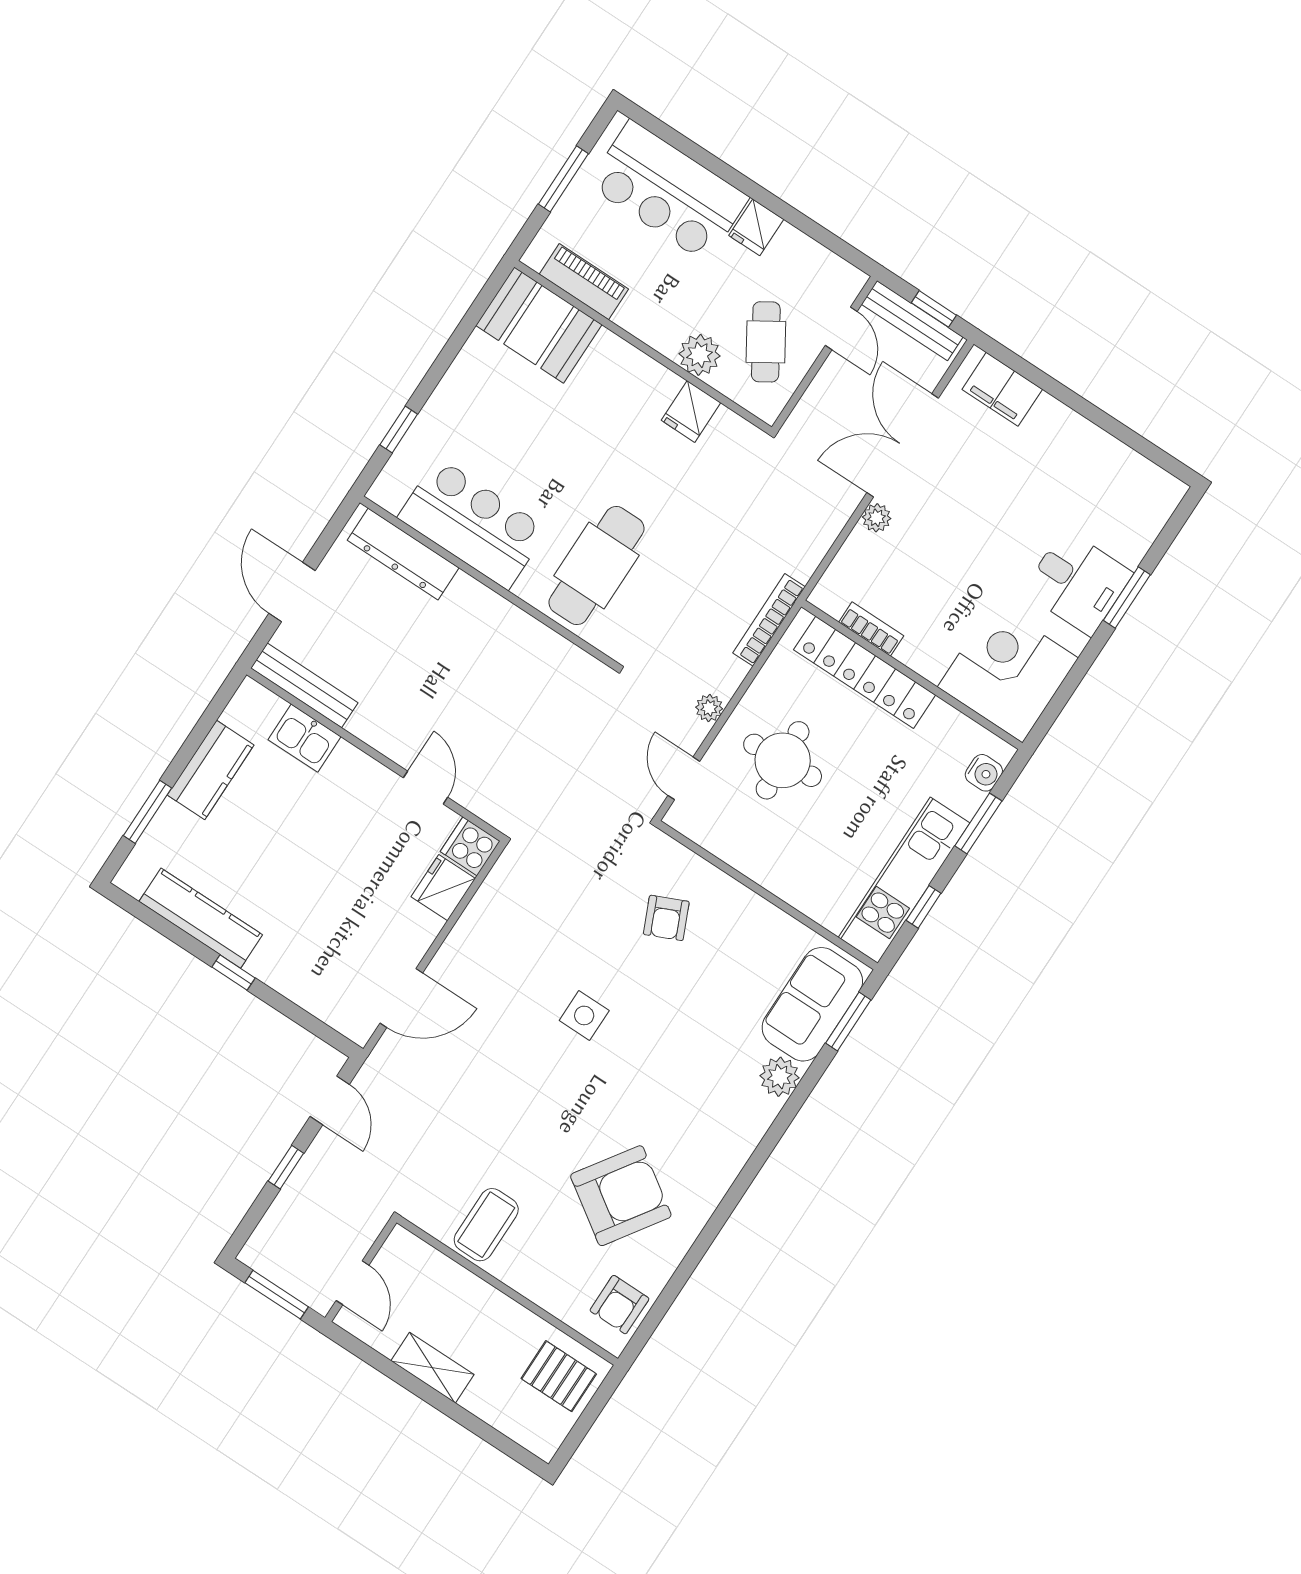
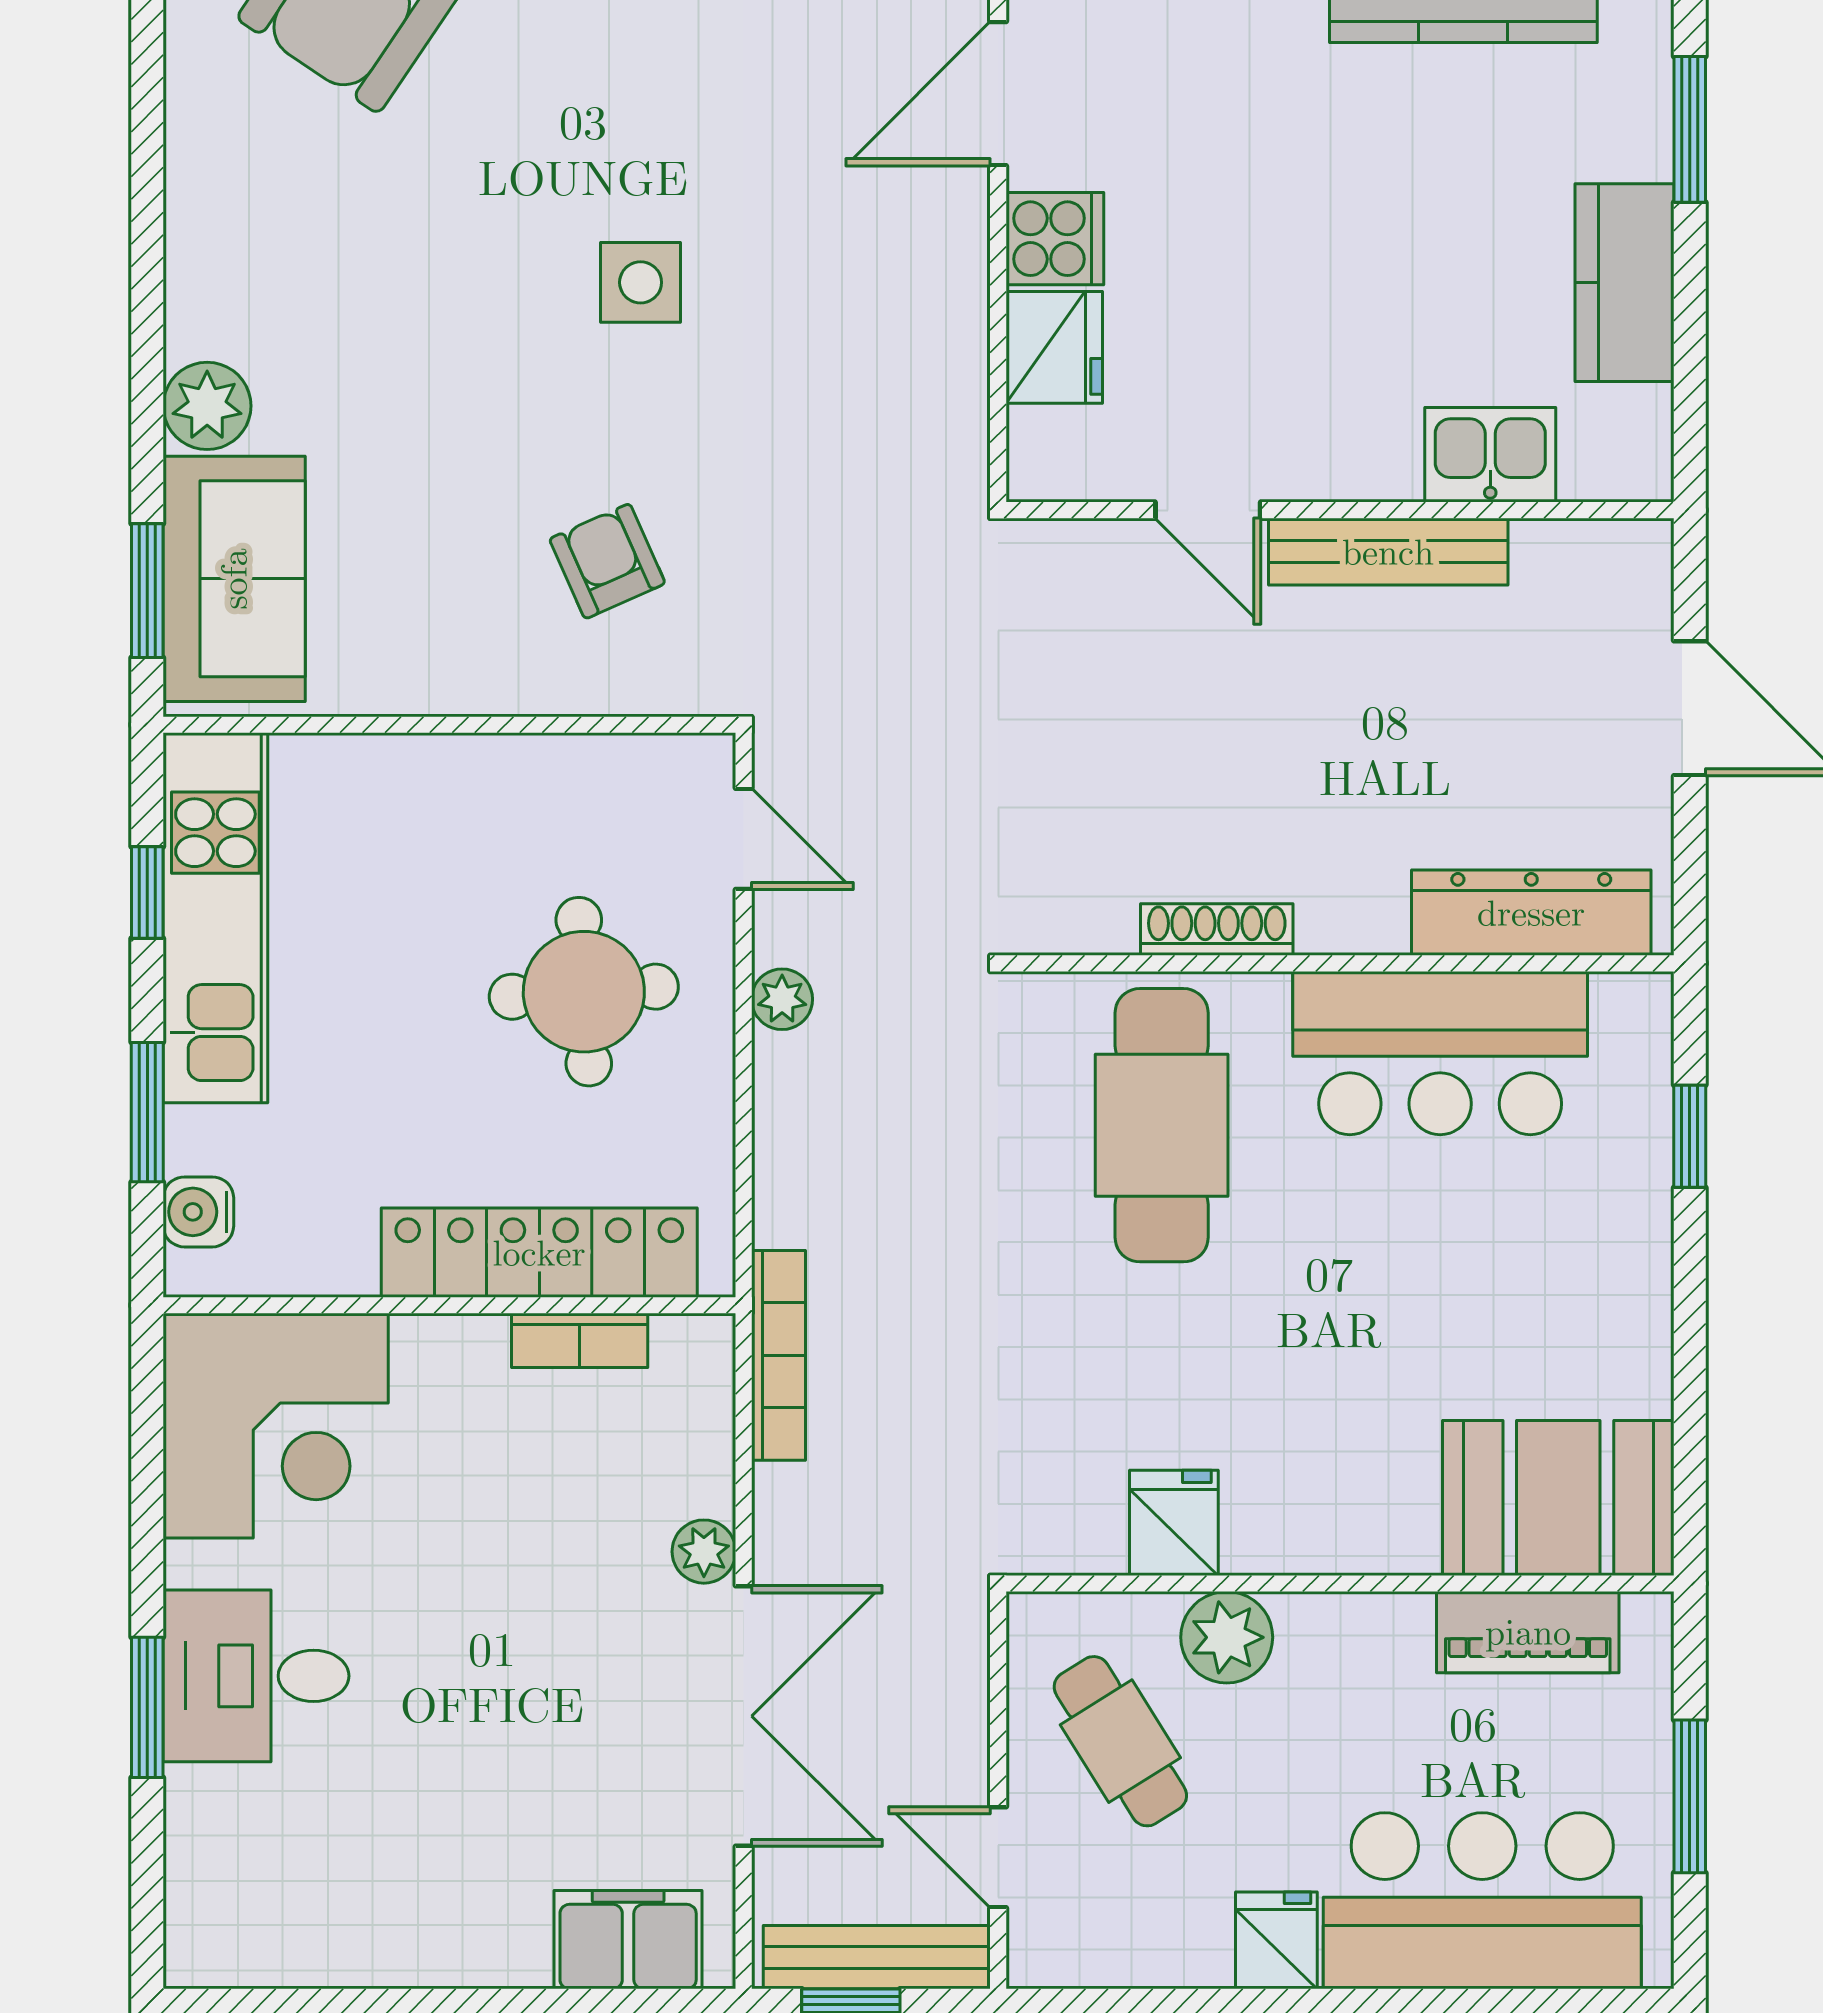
bookcase: (769, 620) -> (778, 1355), moved
shoe rack: (527, 626) -> (1217, 930), added
bench: (304, 685) -> (1388, 552), moved
cooker: (470, 846) -> (1055, 239), moved

